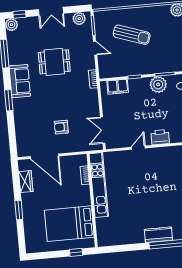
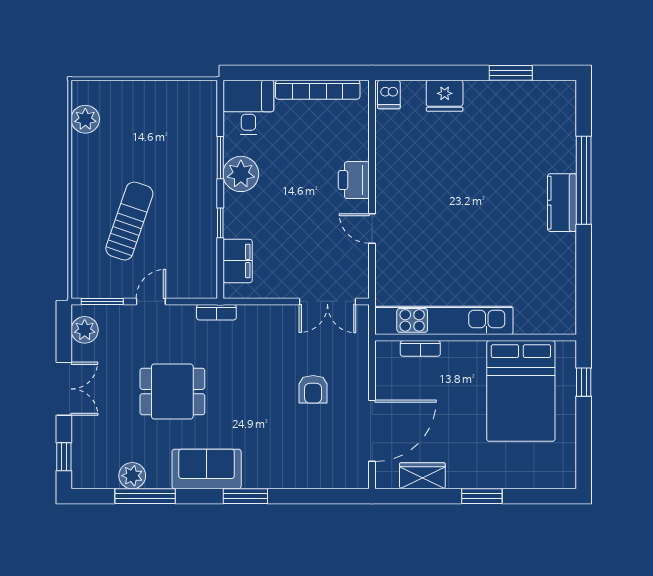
plant: (11, 25) -> (132, 476), moved
dining table: (54, 62) -> (172, 392), turned 90

